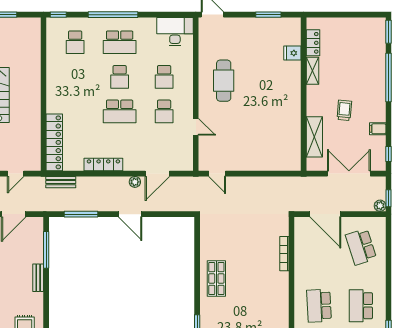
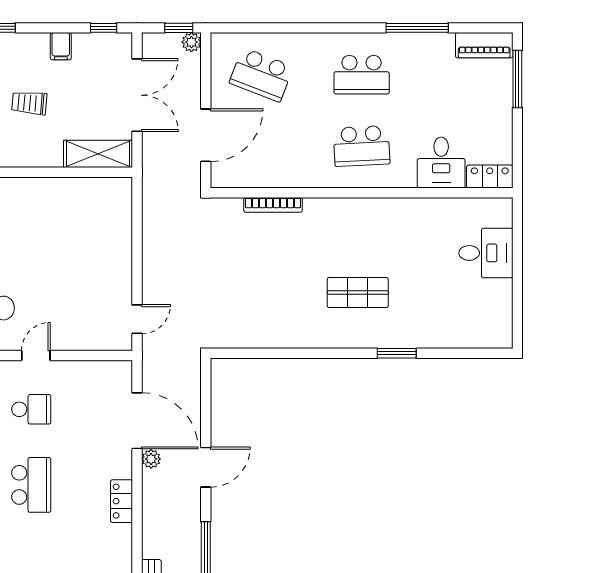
door: (196, 127) -> (36, 355), moved
shelving: (314, 137) -> (98, 154), moved
locker: (103, 165) -> (122, 501), width x0.66
door: (157, 174) -> (137, 421), width x1.36
double door: (349, 174) -> (137, 95), swing flipped
school desk: (361, 247) -> (261, 75), turned 39
shop shelf: (216, 278) -> (358, 293), moved

